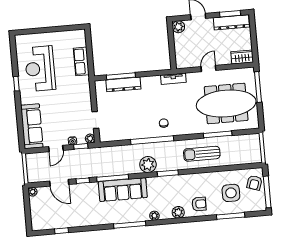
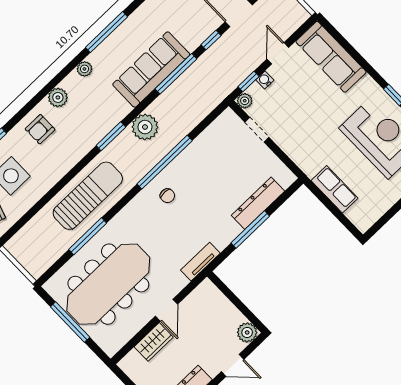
wardrobe: (242, 57) -> (154, 342), moved
window: (121, 76) -> (250, 230), moved
window: (258, 87) -> (70, 322), moved
sun lounger: (202, 154) -> (88, 196), width x1.36, depth x1.34

